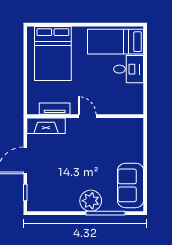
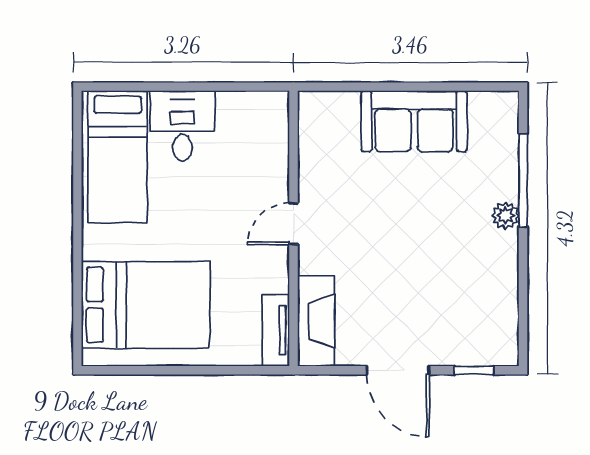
tv unit: (55, 109) -> (276, 330), moved
sofa: (131, 185) -> (414, 121), moved
plant: (91, 201) -> (505, 216), width x0.53, depth x0.53

